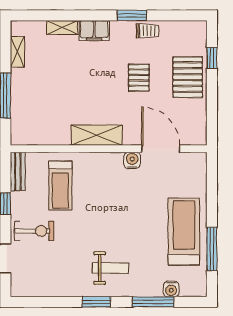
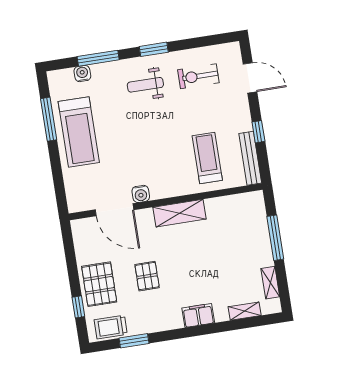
window: (132, 15) -> (134, 341), moved
shelving: (62, 27) -> (245, 311), moved
trolley: (148, 31) -> (111, 327), moved, width x1.36, depth x1.39
bench: (18, 171) -> (250, 158), width x1.36
exercise bike: (34, 231) -> (198, 76), moved

